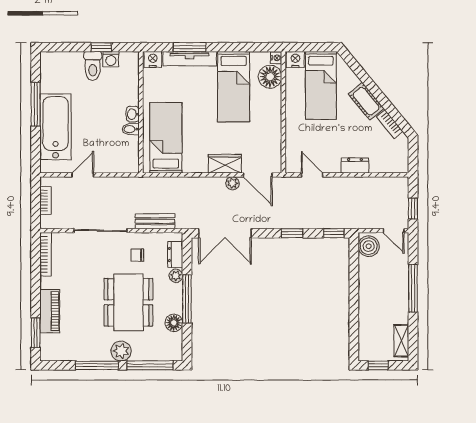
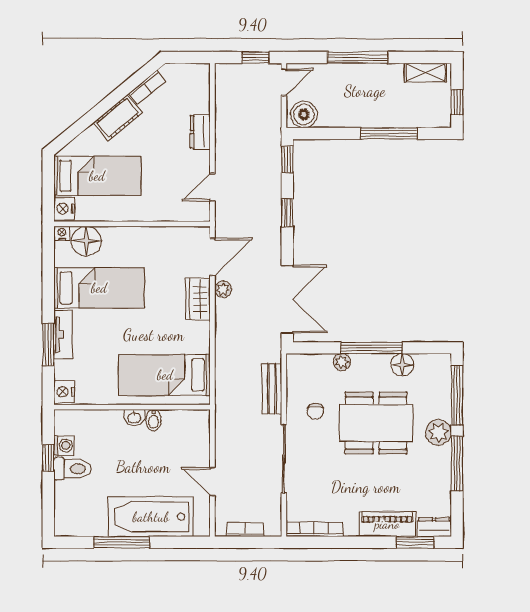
tv unit: (190, 59) -> (63, 334), width x0.71
dresser: (175, 254) -> (434, 527), moved, turned 180
window: (354, 312) -> (389, 133), added

